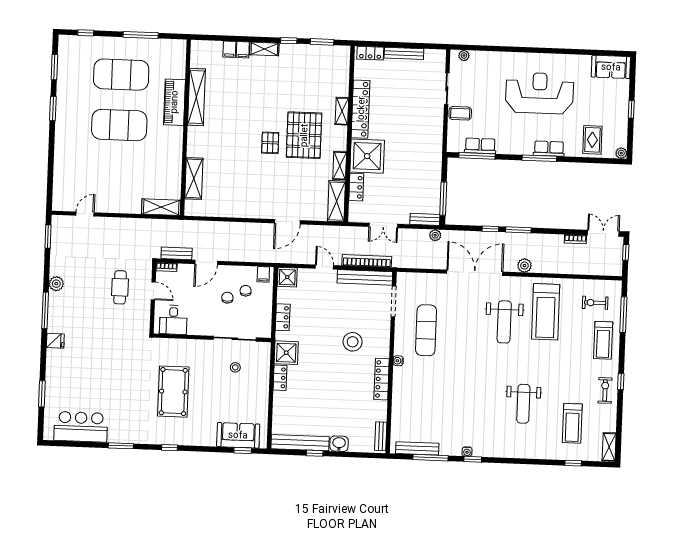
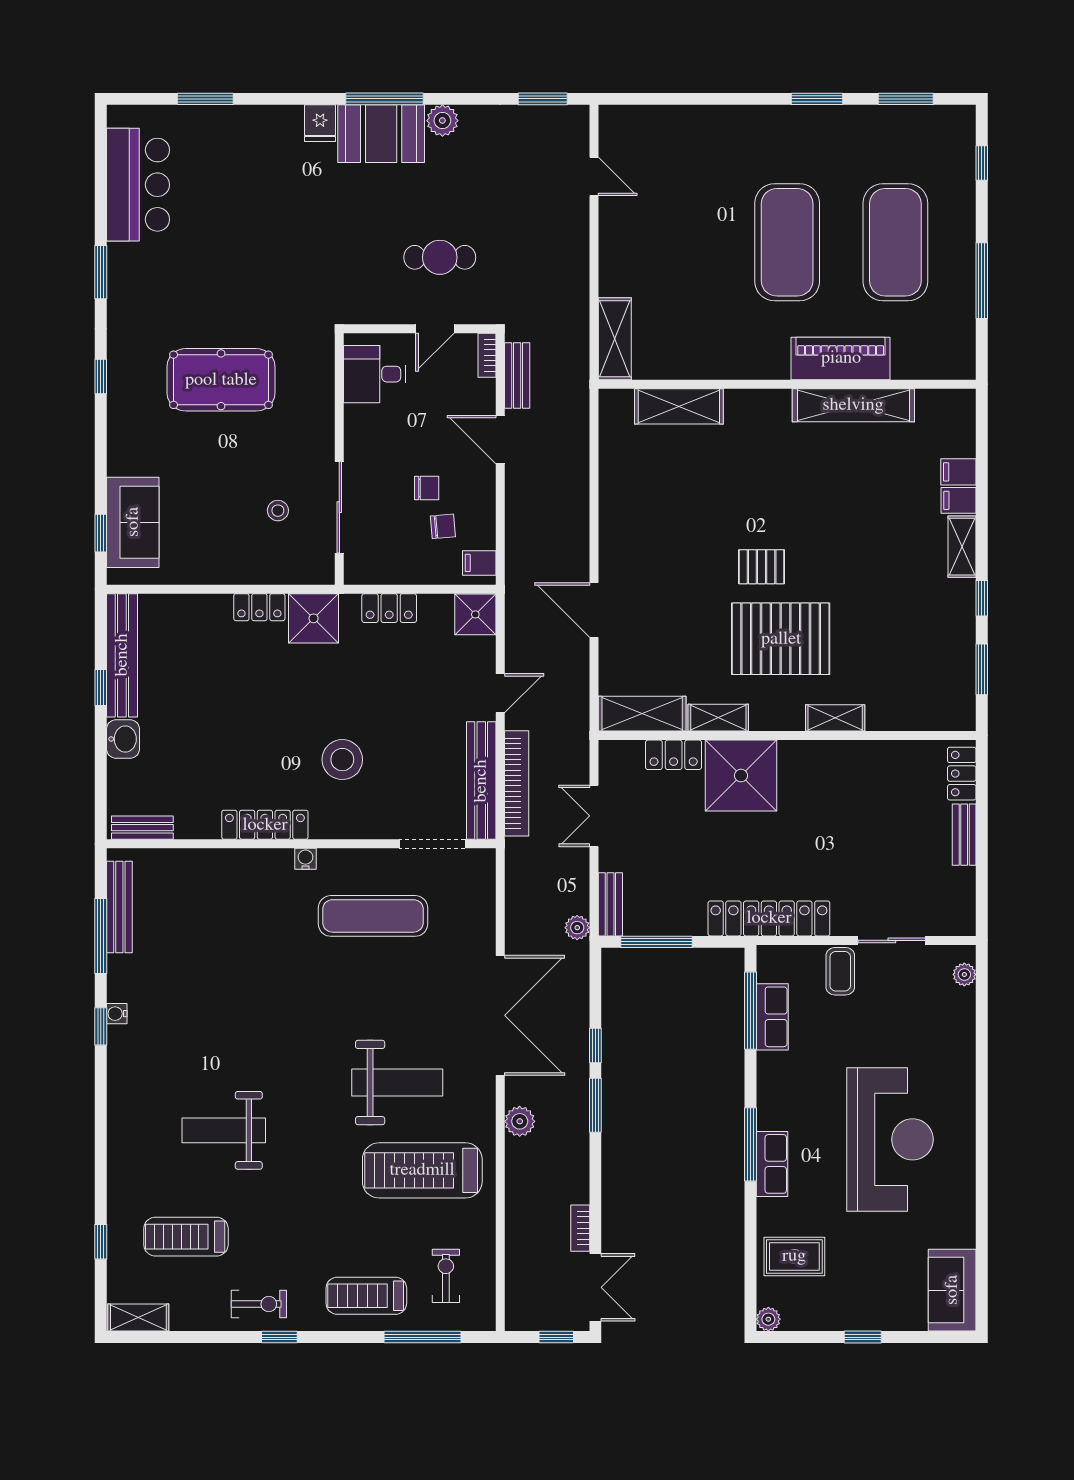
bench: (404, 53) -> (964, 835), width x0.73
locker: (361, 109) -> (769, 918), moved, turned 180
booth: (61, 313) -> (381, 134), added
weight bench: (504, 322) -> (397, 1083), turned 180

